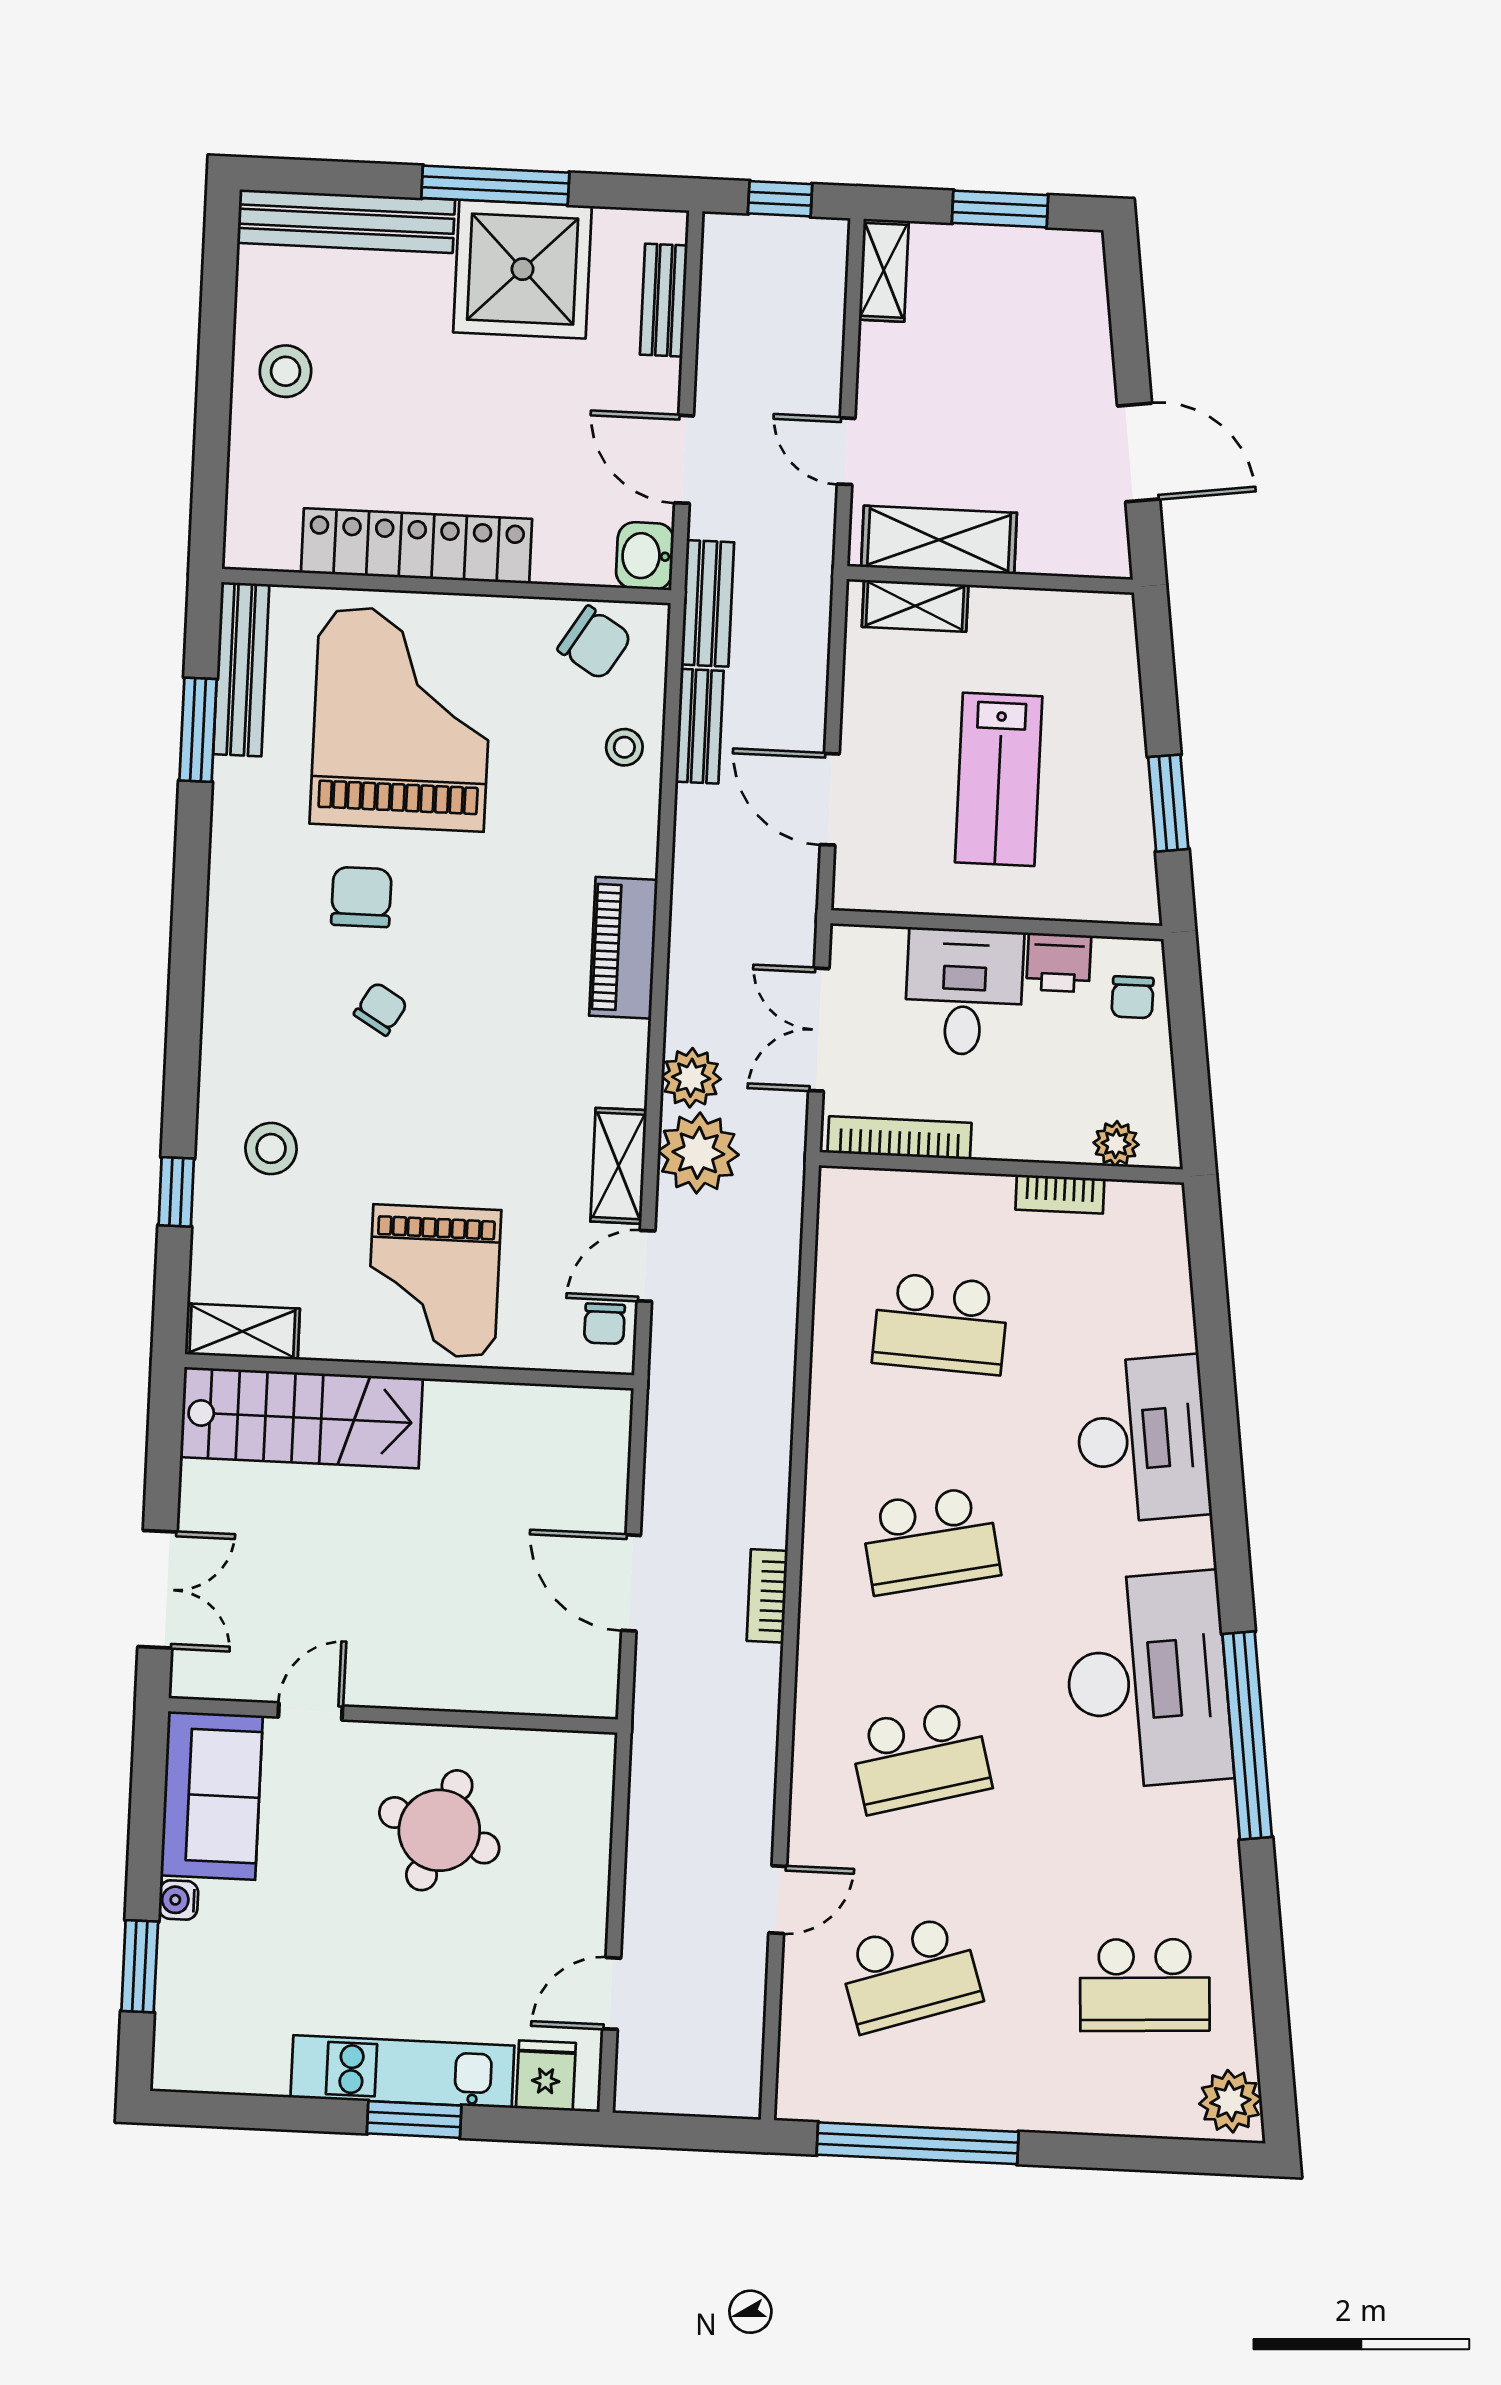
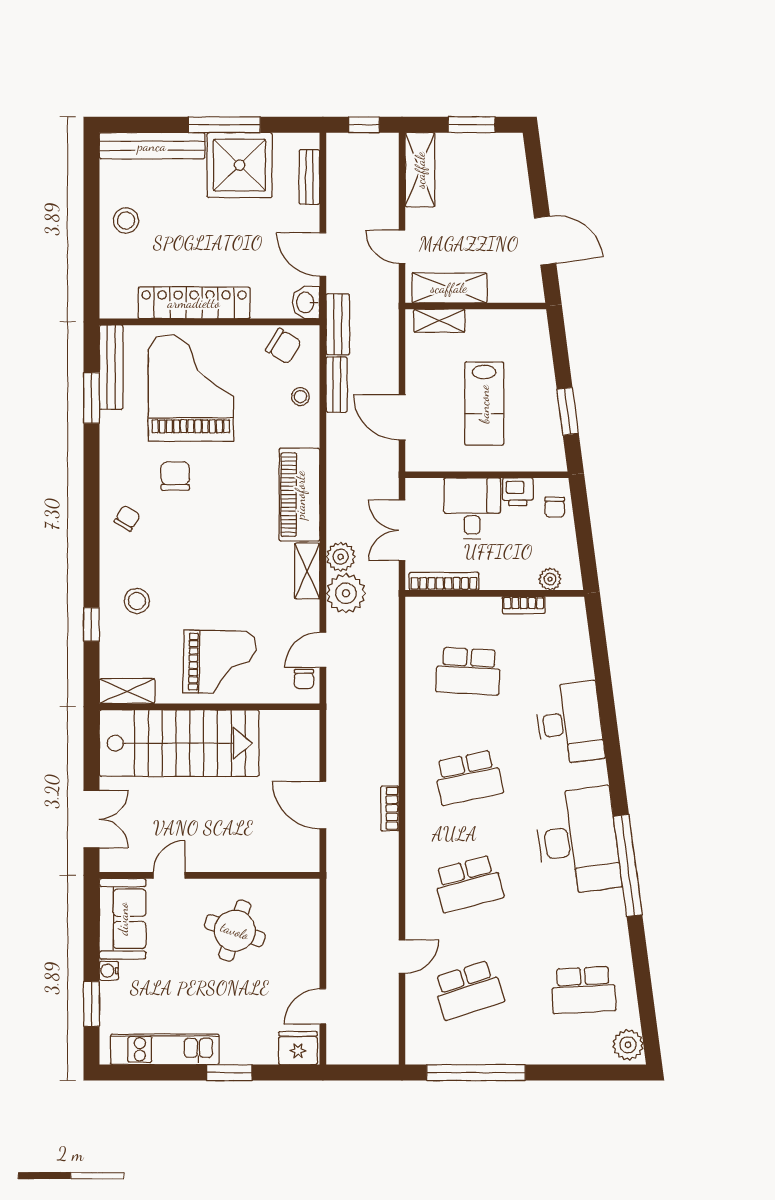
shelving: (884, 270) -> (420, 170), width x1.50, depth x1.33
piano: (623, 948) -> (300, 495), width x1.37, depth x1.33
chair: (381, 1009) -> (127, 518), moved
shelving: (619, 1166) -> (307, 571), moved
grand piano: (434, 1281) -> (220, 662), turned -89
stairs: (301, 1418) -> (179, 743), width x1.36, depth x1.51
kitchen unit: (402, 2072) -> (165, 1049), moved
fridge: (546, 2076) -> (298, 1048), width x1.38

